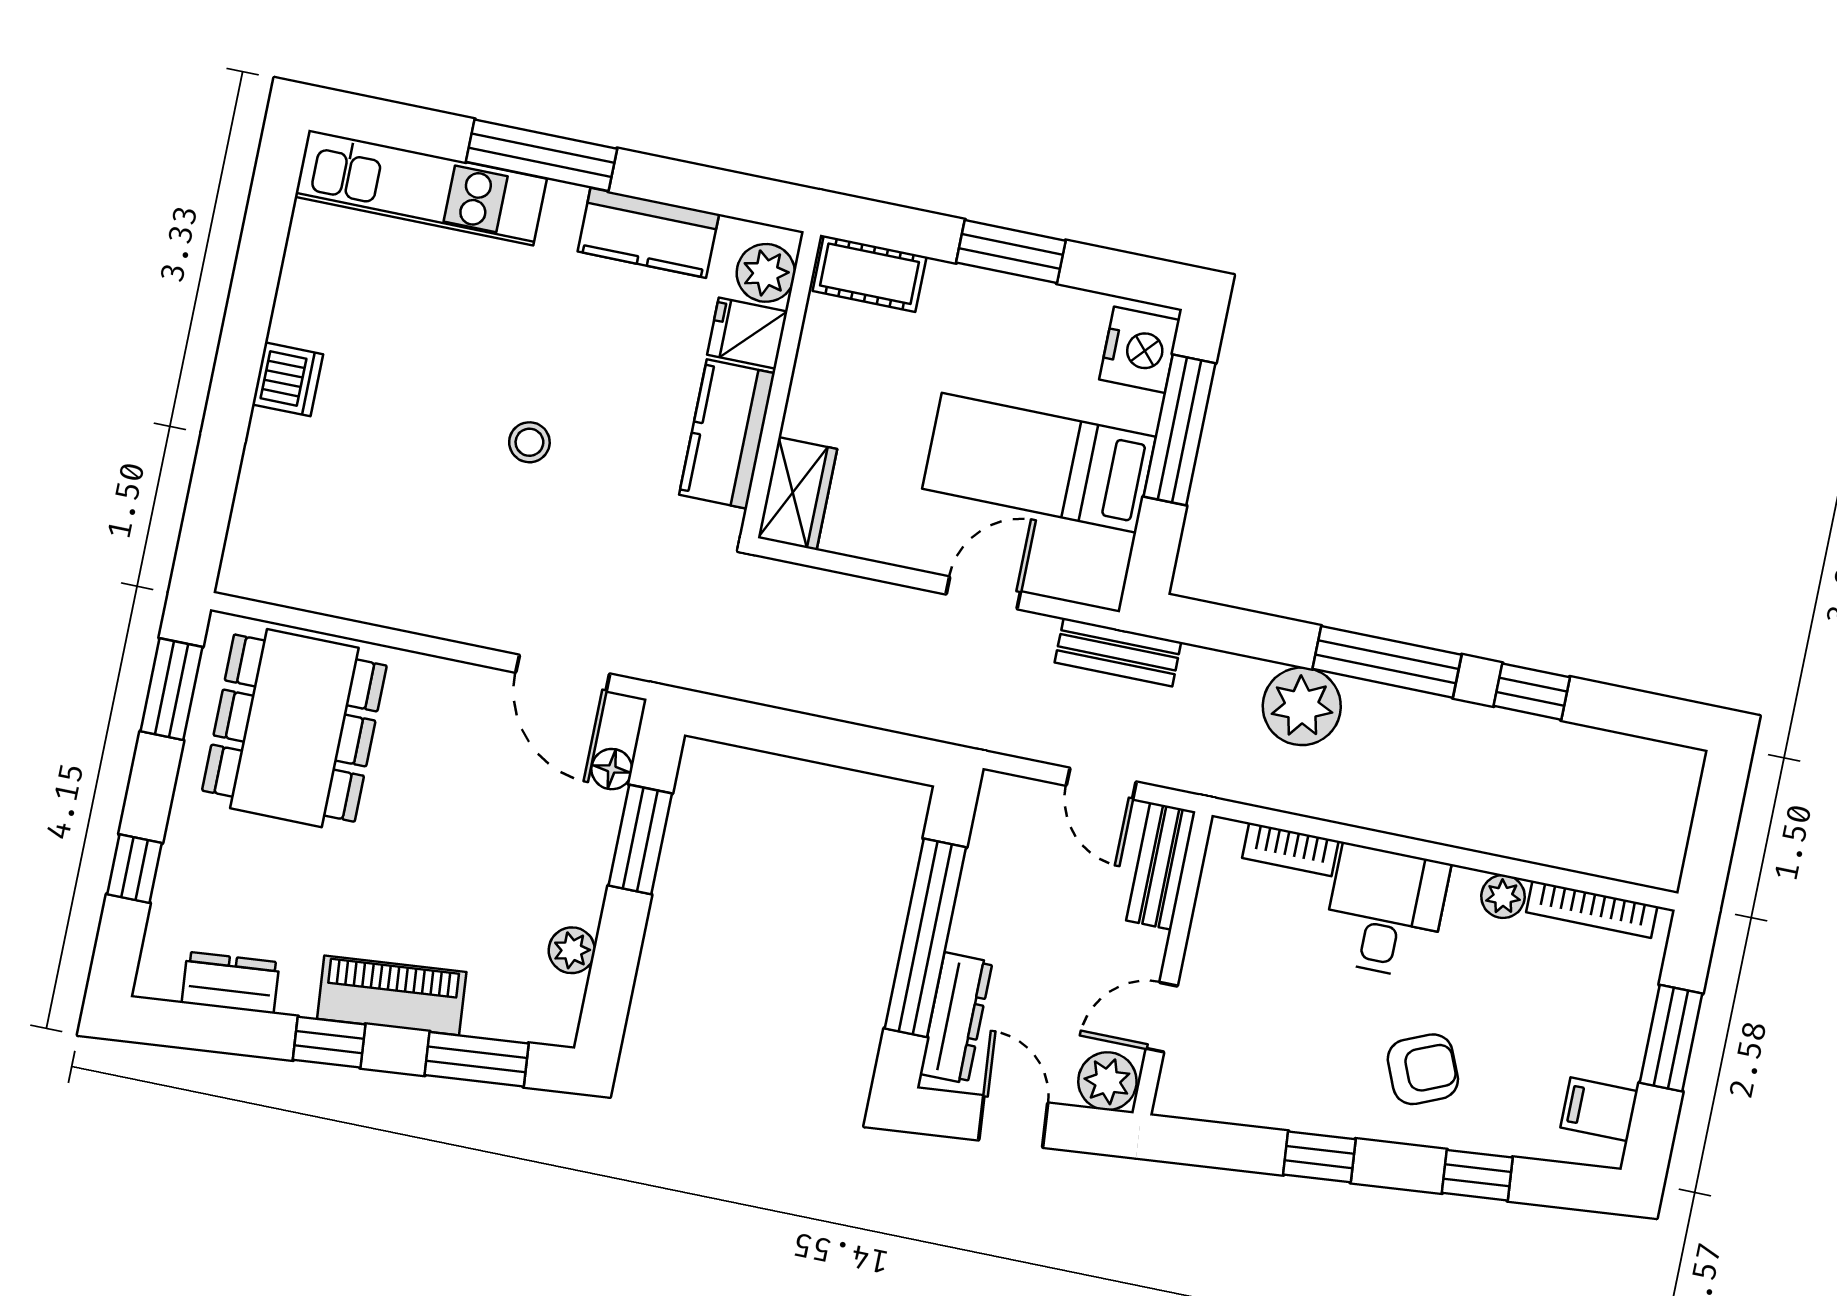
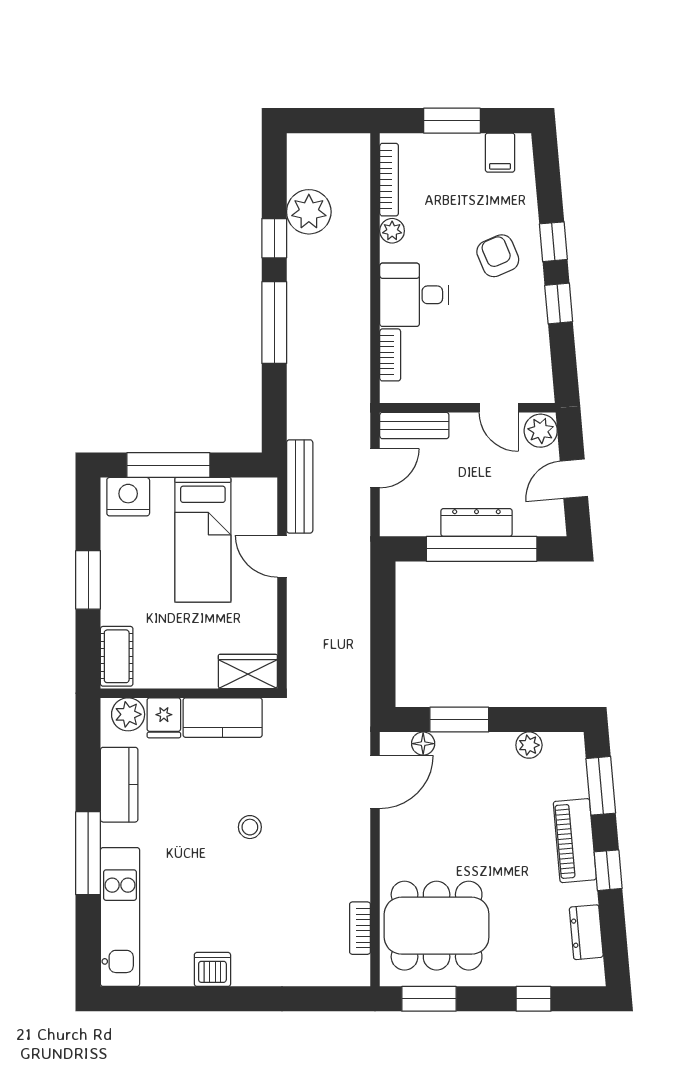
dishwasher: (288, 379) -> (212, 969), moved
bookcase: (317, 596) -> (360, 928), added
bench: (1118, 652) -> (300, 486), width x1.36
plant: (1302, 706) -> (309, 212), moved
dresser: (956, 1018) -> (476, 523), moved
window: (1477, 1175) -> (553, 242), moved

